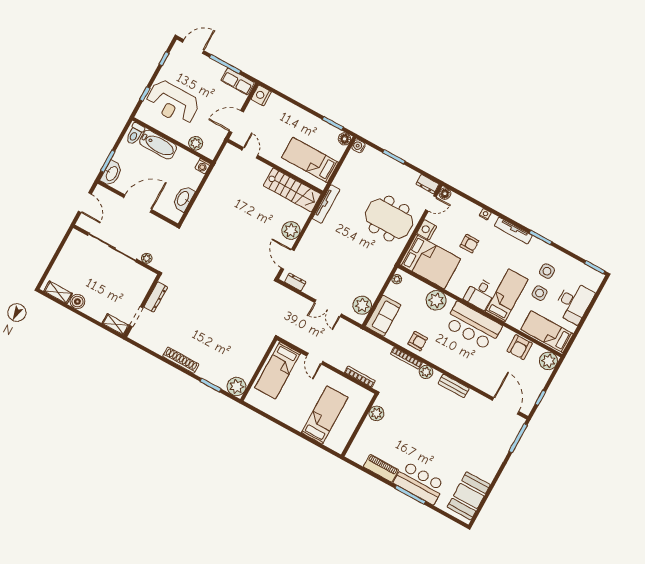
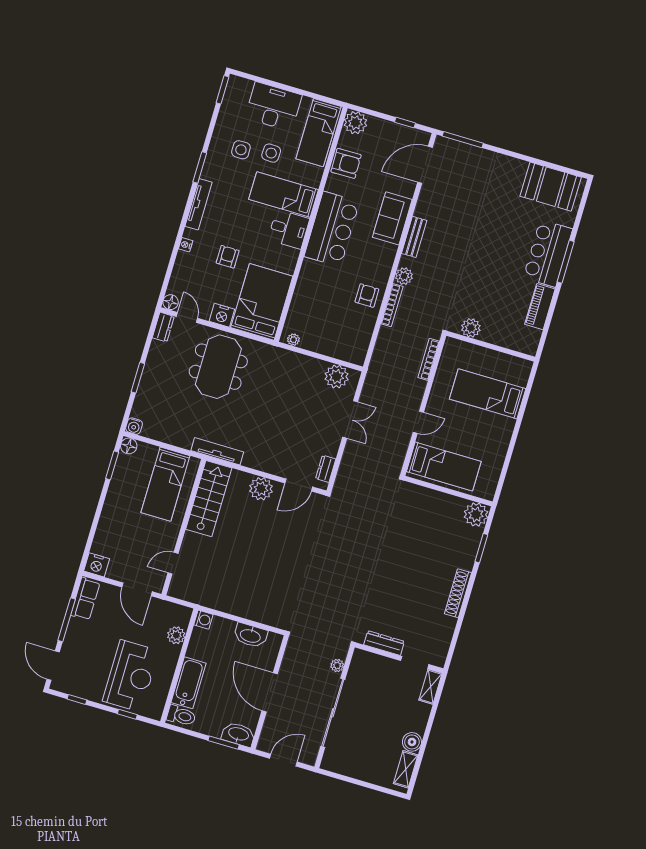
plant: (436, 300) -> (309, 283), removed
sofa: (383, 316) -> (392, 218), moved, turned -90

